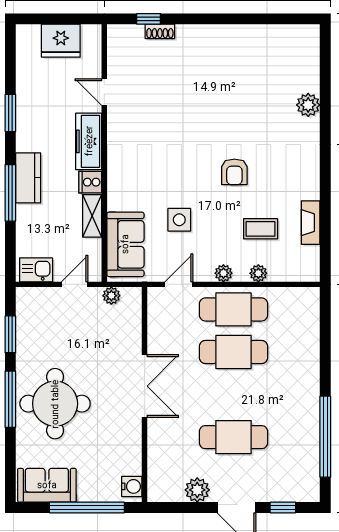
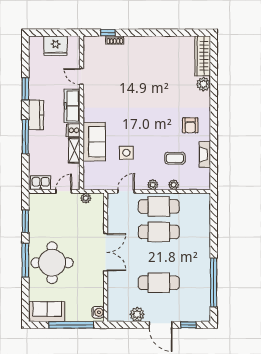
wardrobe: (307, 58) -> (203, 56), added
armchair: (234, 172) -> (190, 125), moved
kitchen counter: (28, 178) -> (36, 115), moved
sofa: (125, 244) -> (94, 142), moved

